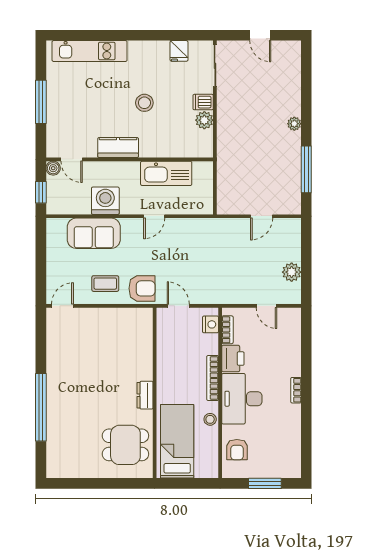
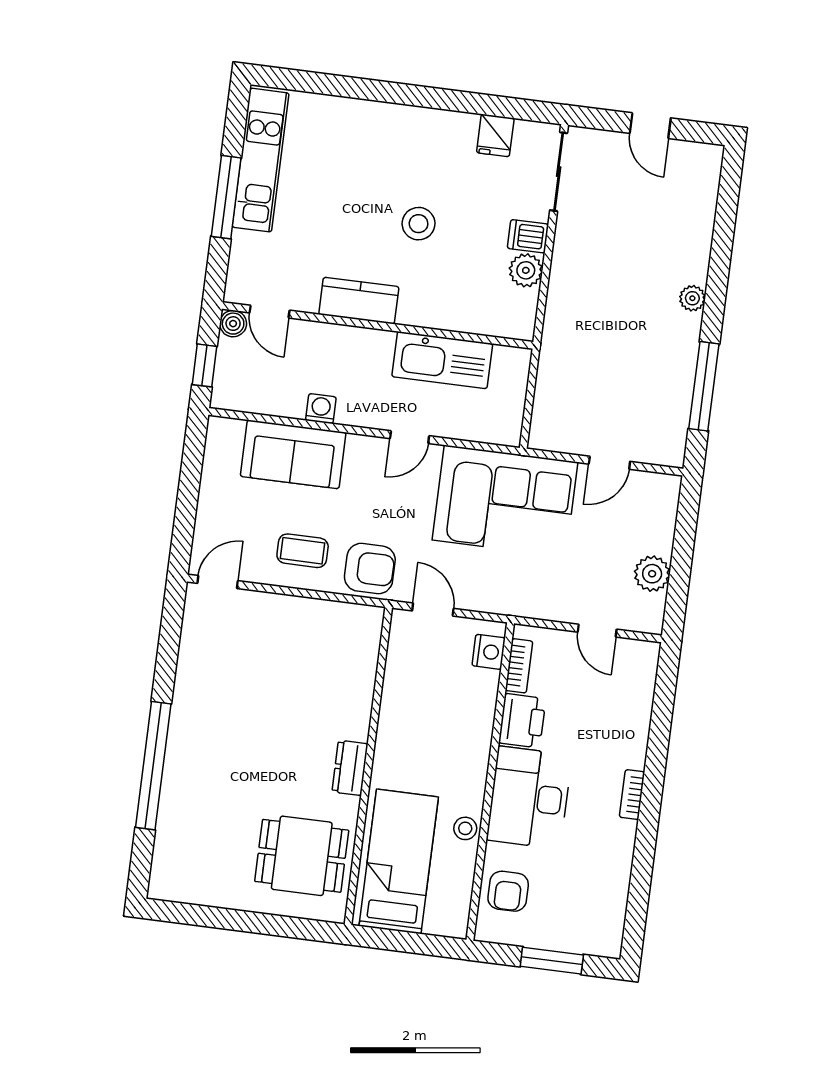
kitchen unit: (90, 51) -> (261, 160), moved, turned -90
washing machine: (105, 201) -> (321, 409), width x0.53, depth x0.53
corner sofa: (209, 244) -> (505, 501), added
bookcase: (213, 378) -> (480, 752), removed

